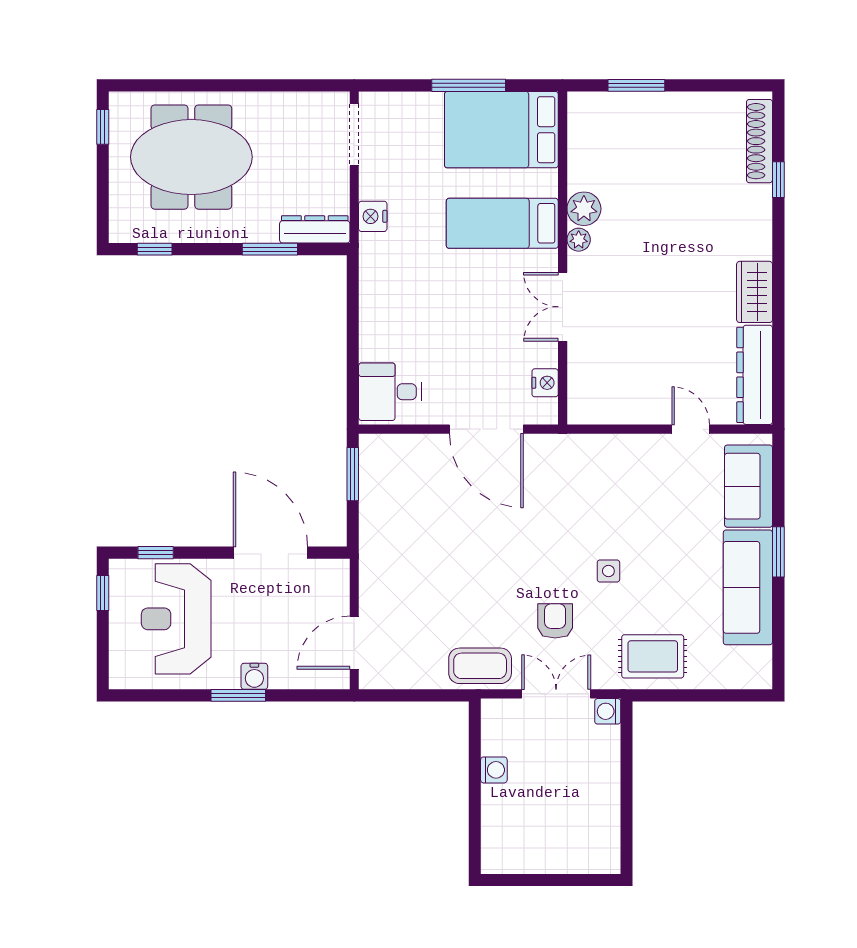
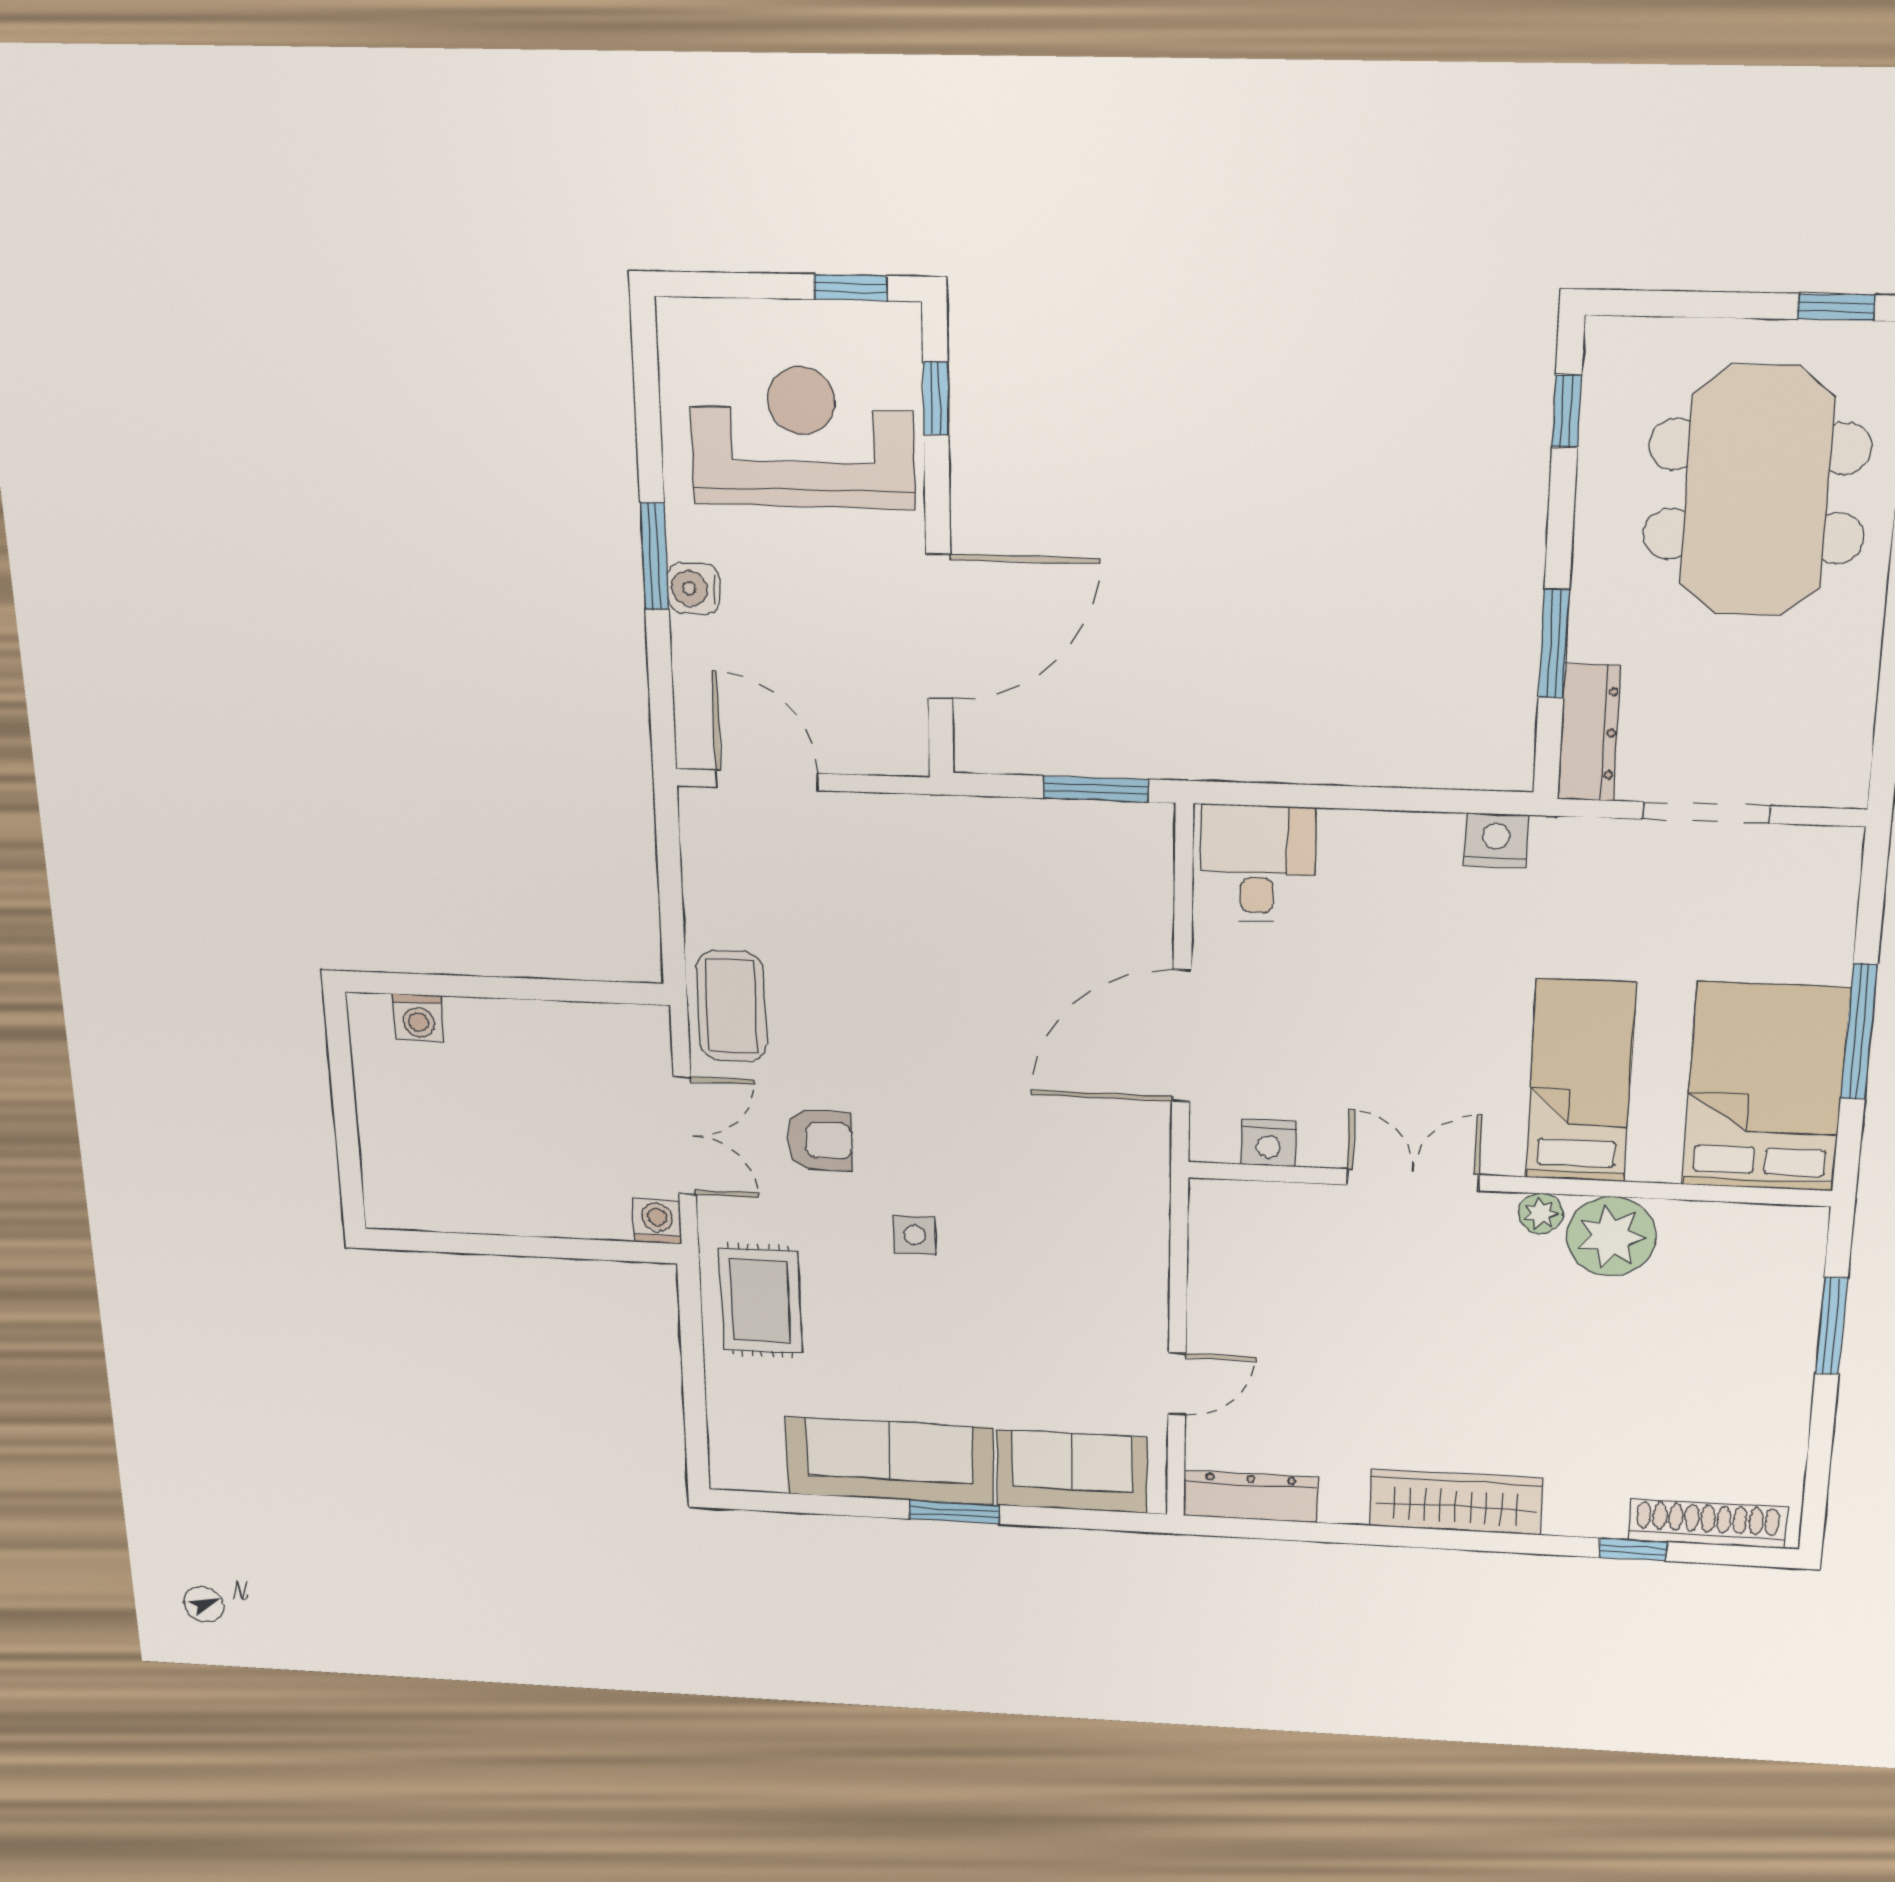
doorway: (354, 135) -> (1706, 813), moved
plant: (584, 209) -> (1611, 1236), width x1.36, depth x1.36
nightstand: (373, 216) -> (1496, 840), moved
wardrobe: (755, 292) -> (1456, 1502), width x1.50
dresser: (755, 375) -> (1250, 1496), width x0.73, depth x0.80
washing machine: (494, 770) -> (418, 1018), moved

